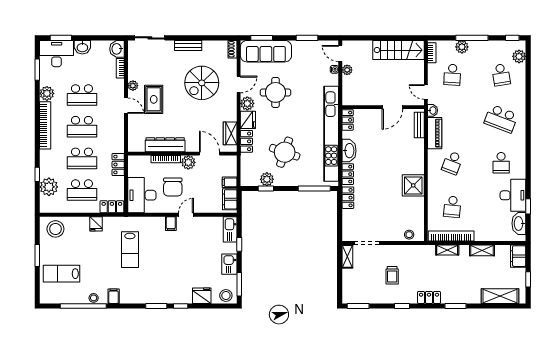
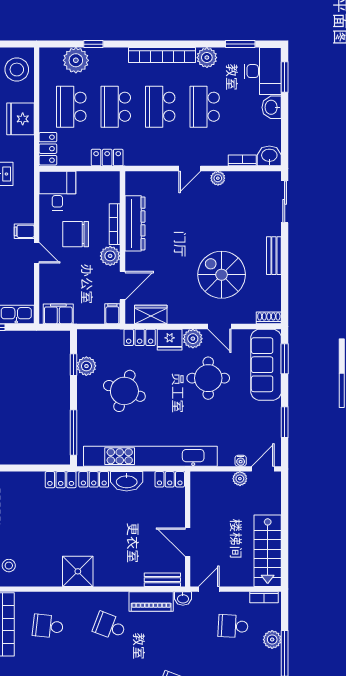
rug: (154, 99) -> (199, 207), removed
filing cabinet: (230, 182) -> (112, 314), moved
desk: (142, 195) -> (57, 191), width x0.73
fridge: (96, 224) -> (20, 119), width x1.88, depth x1.34

